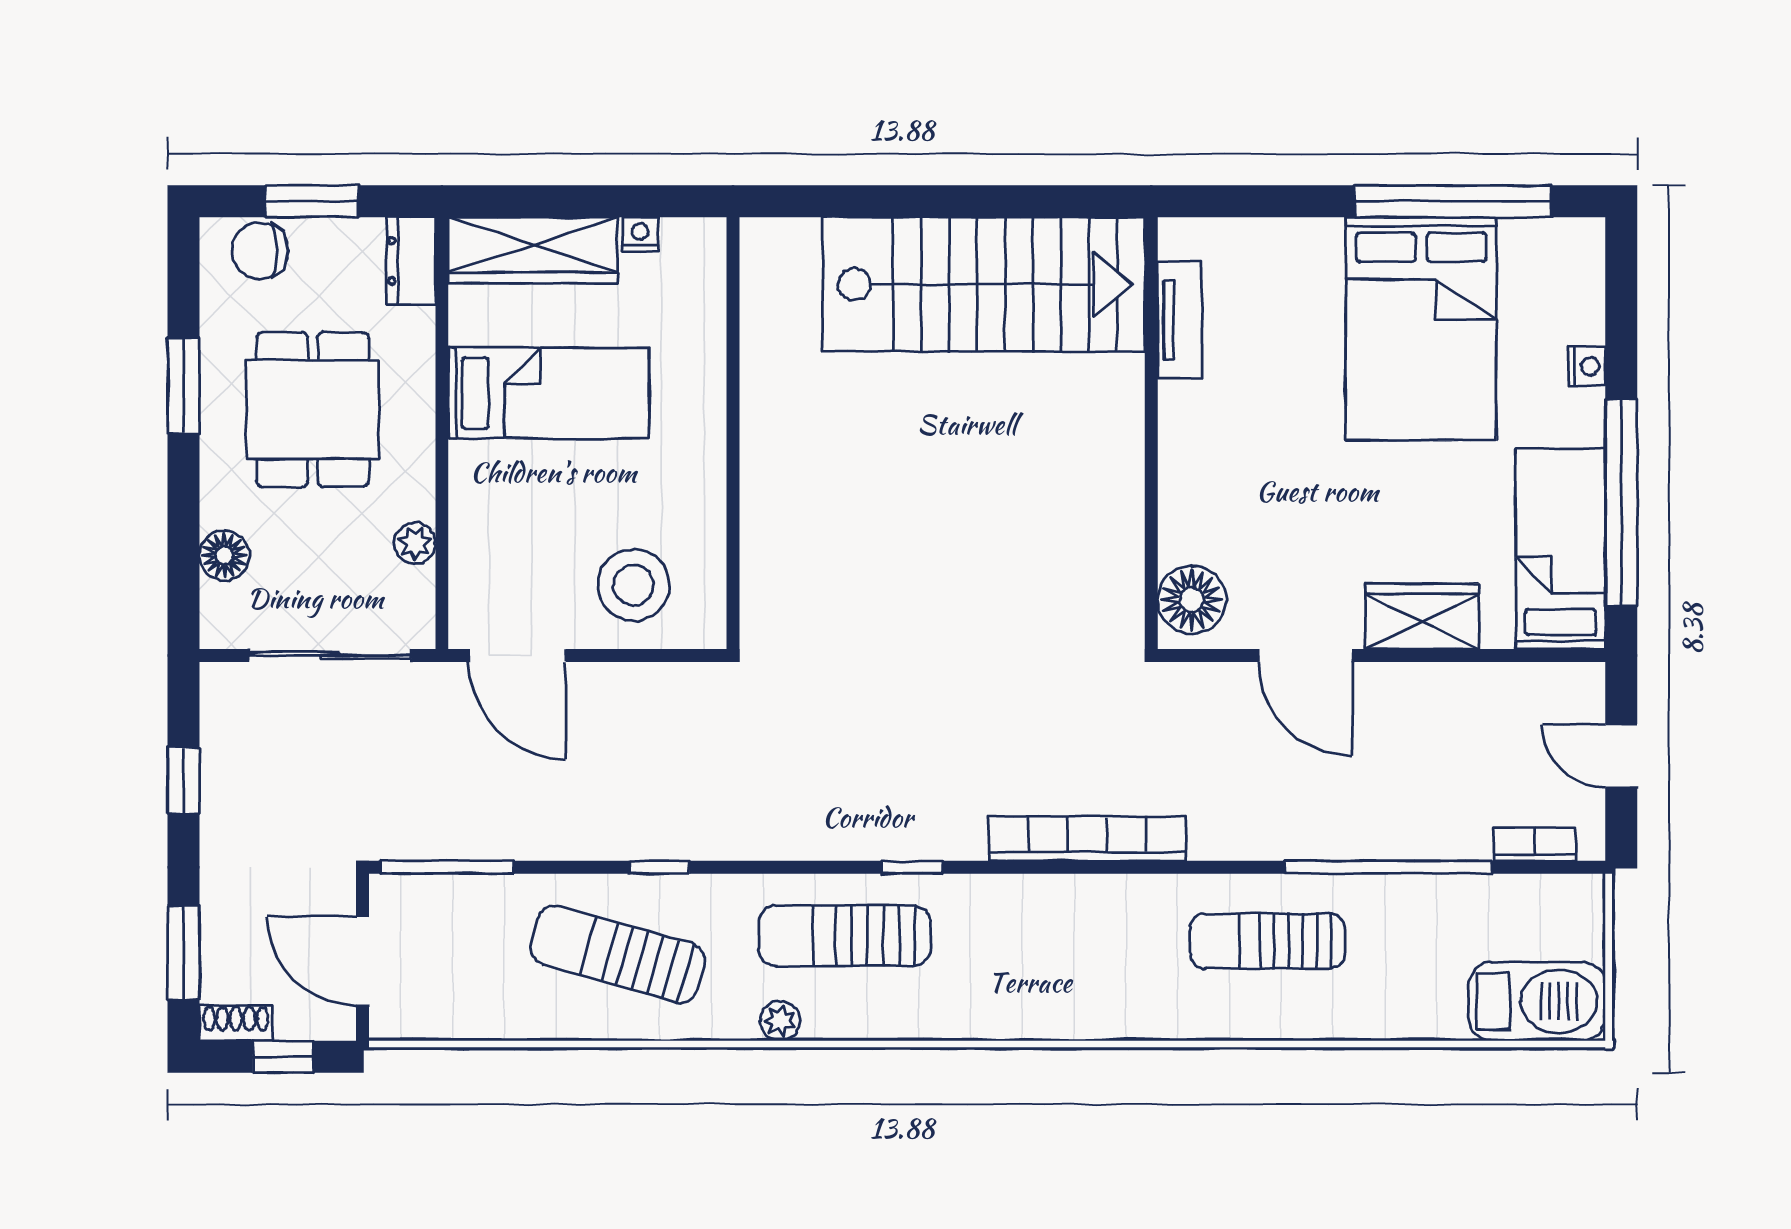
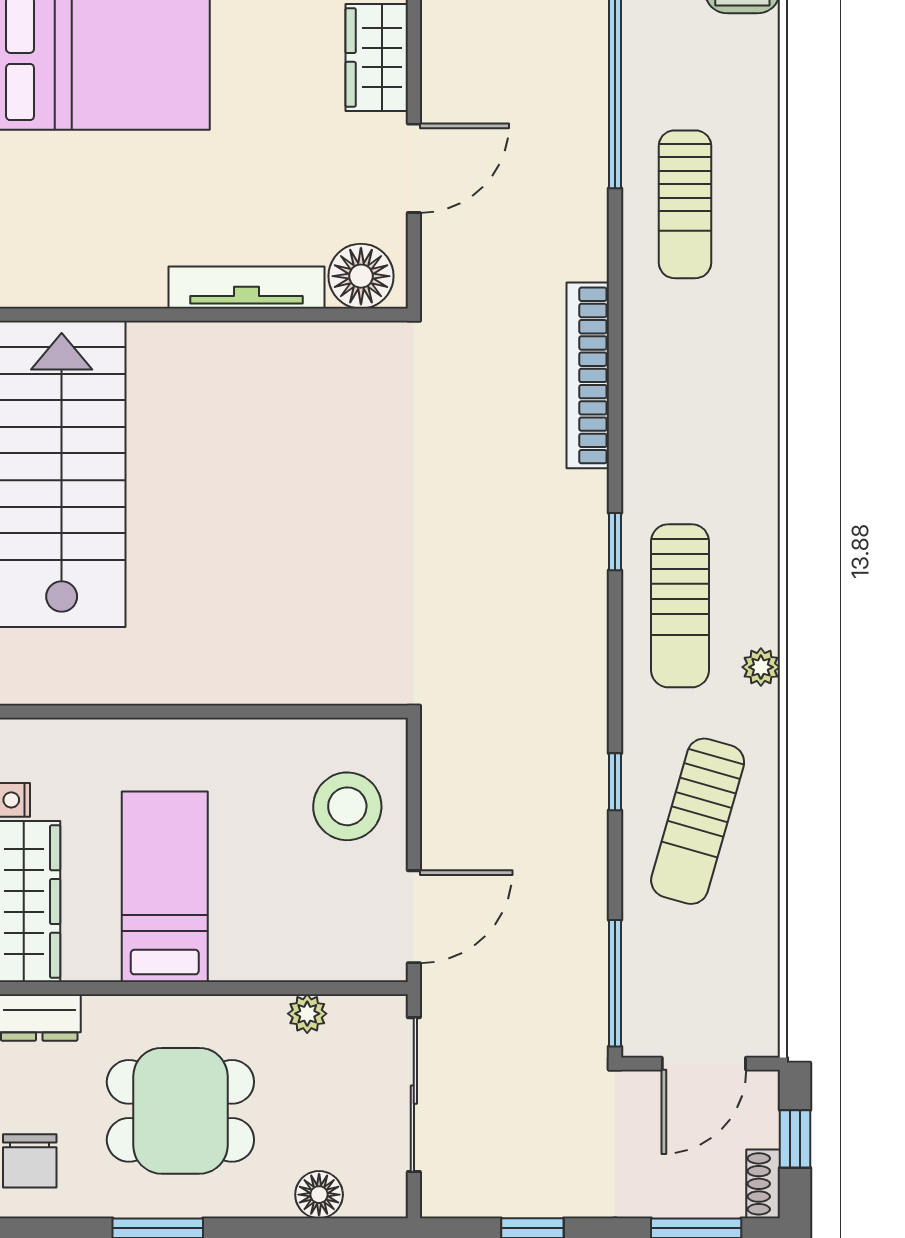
tv unit: (1180, 320) -> (247, 287), moved, width x1.41

